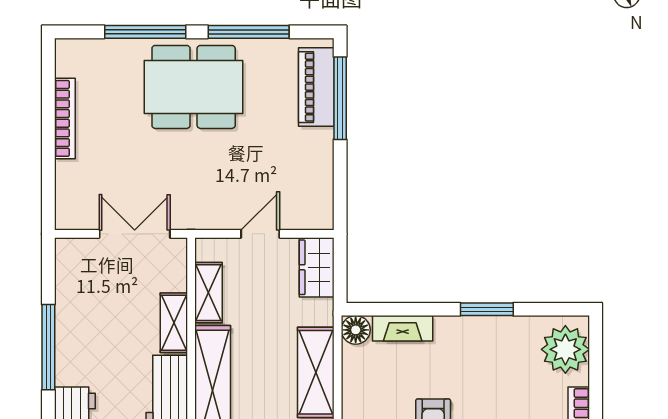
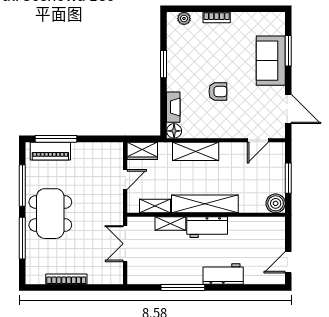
door: (260, 234) -> (125, 180), swing flipped
plant: (565, 349) -> (184, 18), width x0.53, depth x0.53

